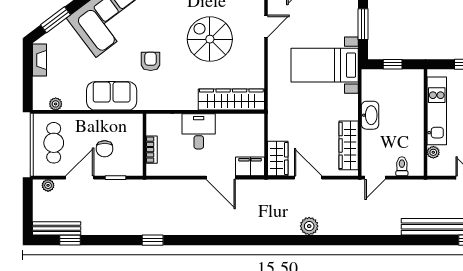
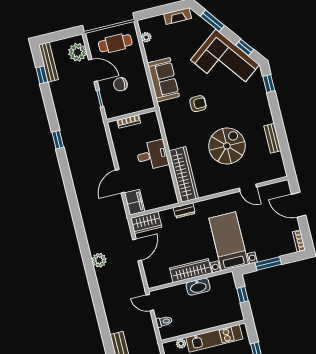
dresser: (275, 109) -> (184, 210), added
wardrobe: (349, 145) -> (191, 271), moved
plant: (48, 185) -> (77, 52), width x1.88, depth x1.88

